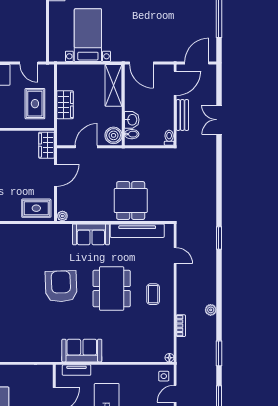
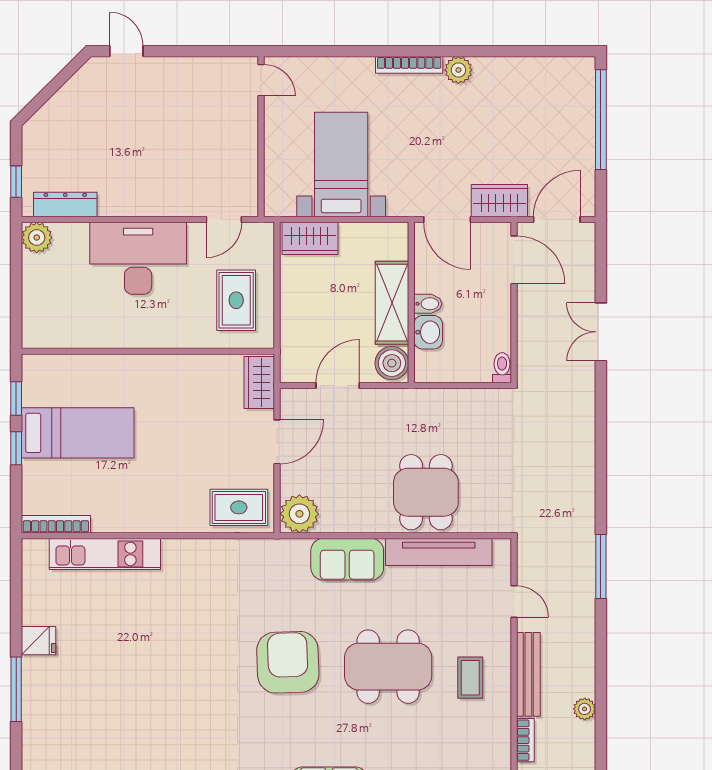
wardrobe: (168, 53) -> (499, 201), added
door: (29, 63) -> (224, 220), hinge flipped
door: (175, 83) -> (514, 260), hinge flipped
shelving: (114, 85) -> (392, 303), moved
wardrobe: (65, 105) -> (310, 238), moved, turned 90
bench: (182, 115) -> (528, 674), moved, width x1.36
bidet: (132, 134) -> (428, 304), moved
plant: (62, 216) -> (299, 514), width x1.88, depth x1.88
window: (219, 238) -> (601, 566), width x1.44
dining table: (112, 289) -> (388, 667), turned 90

